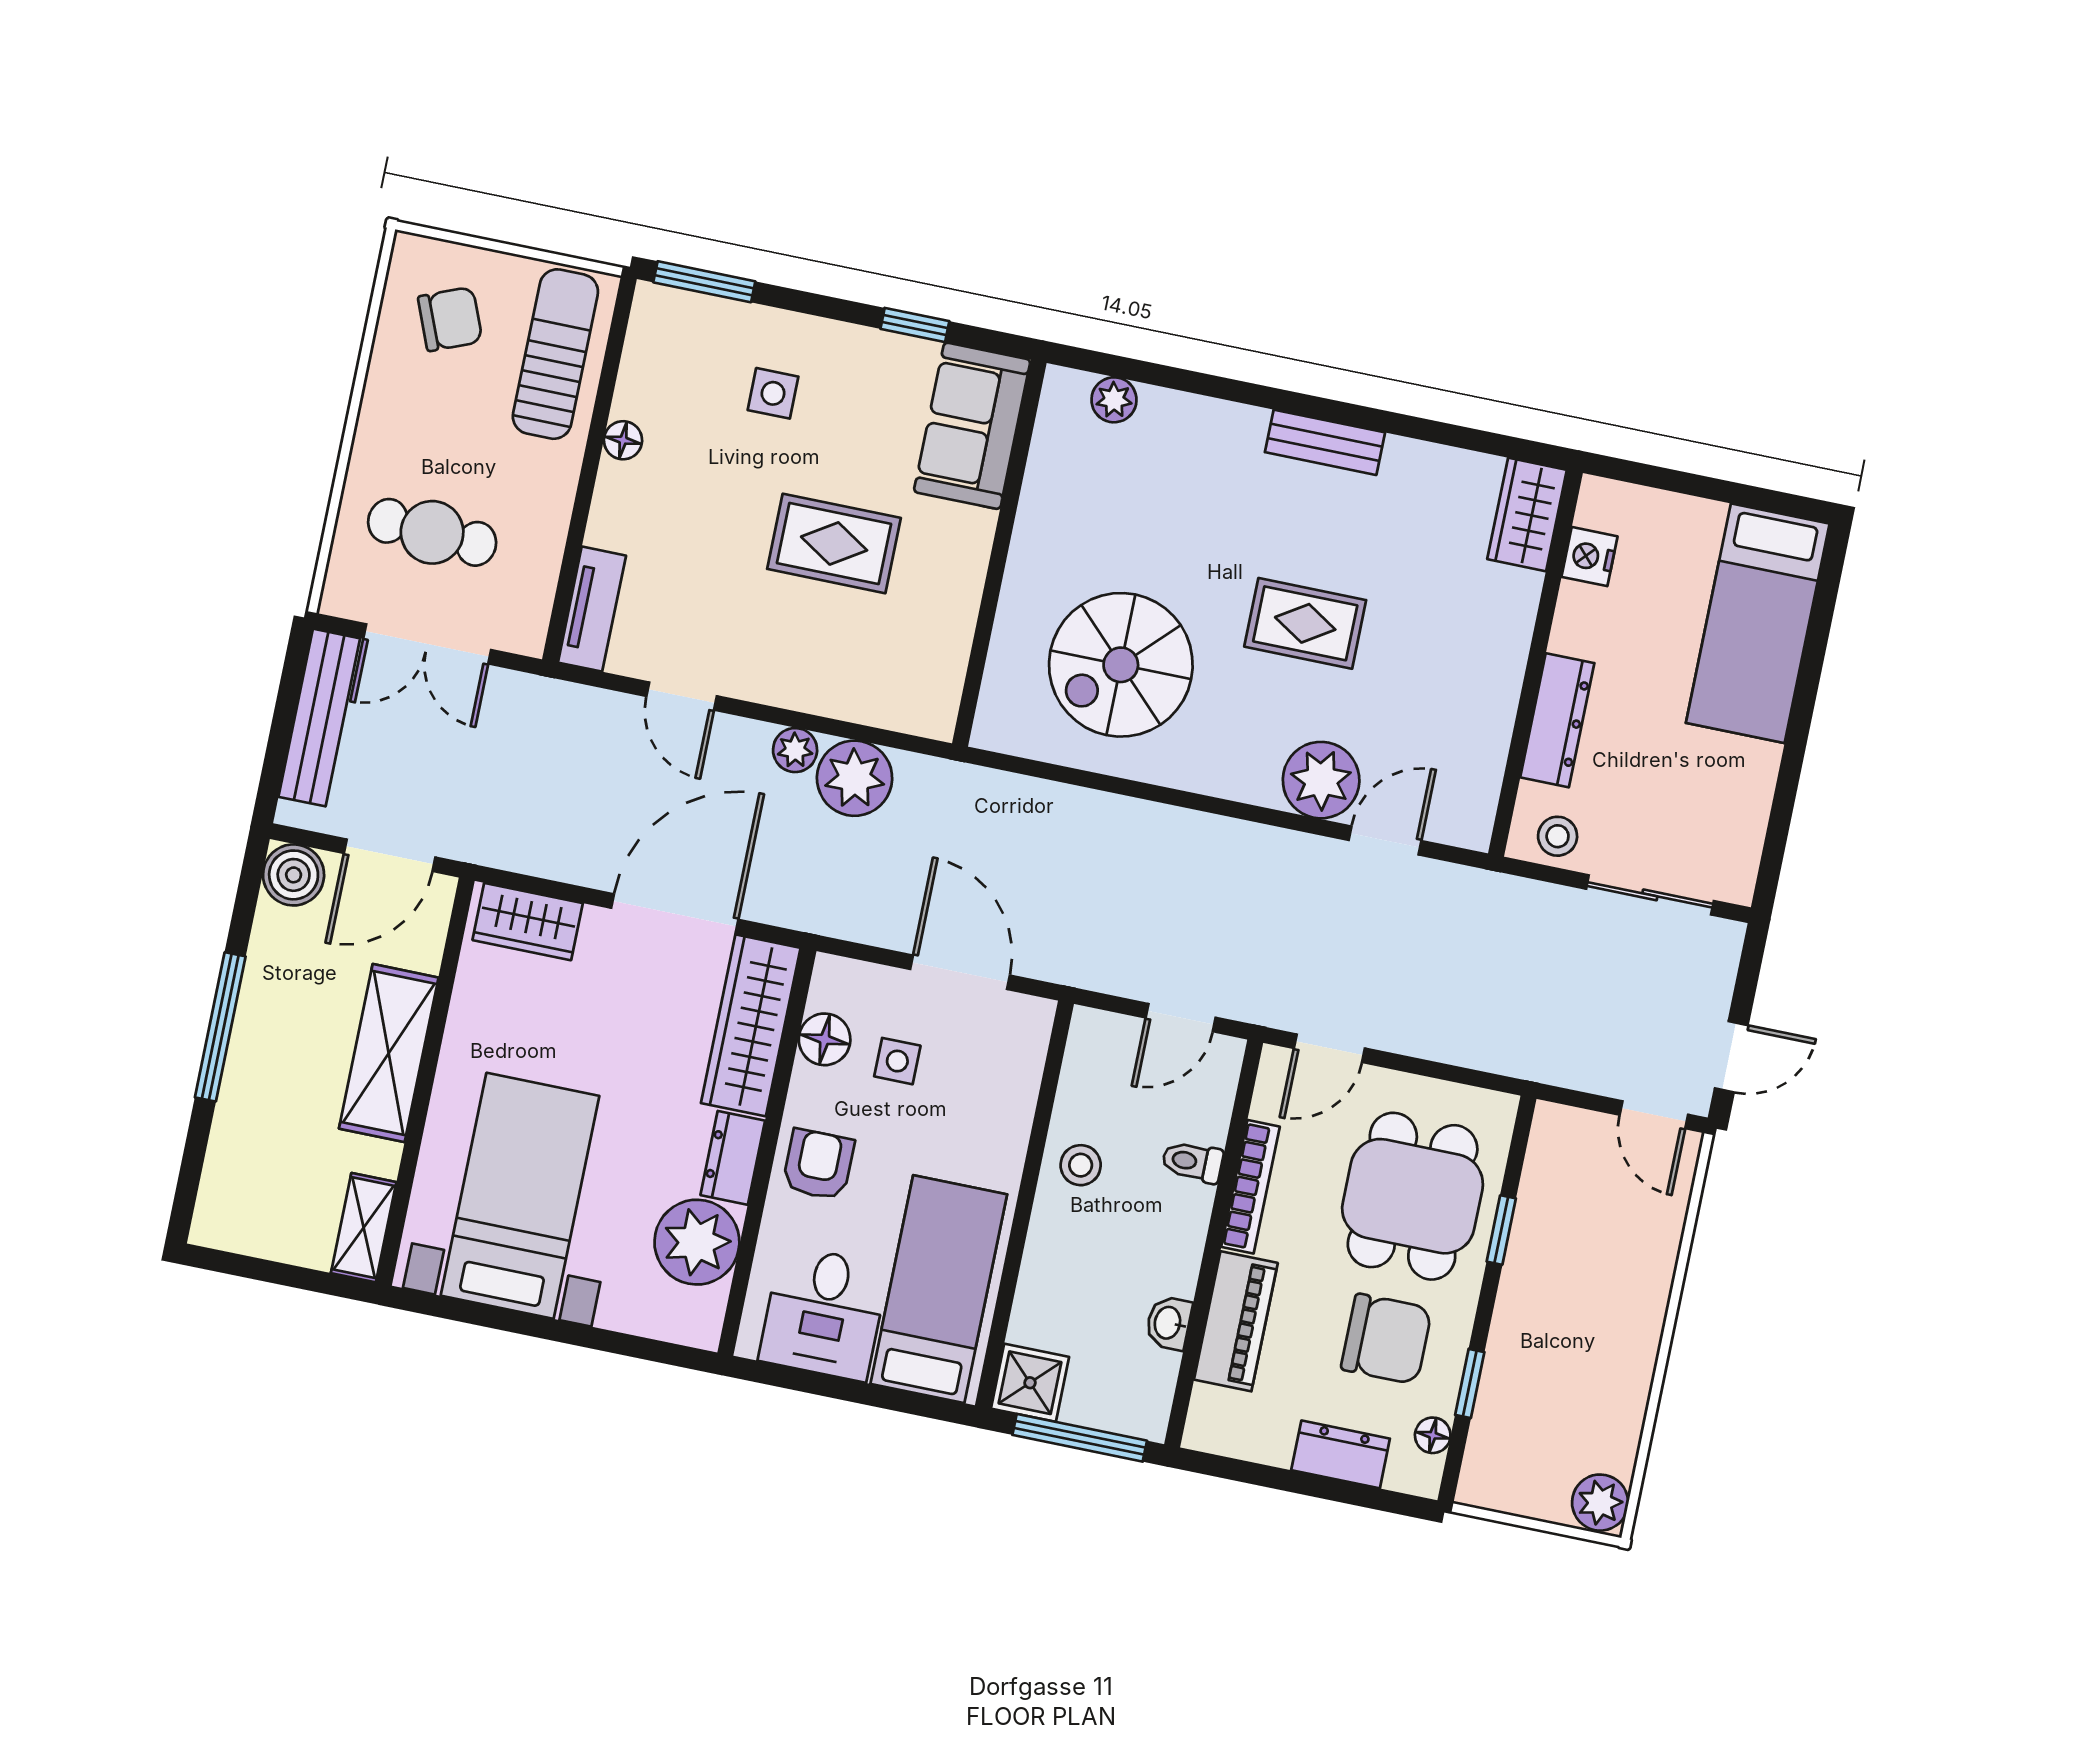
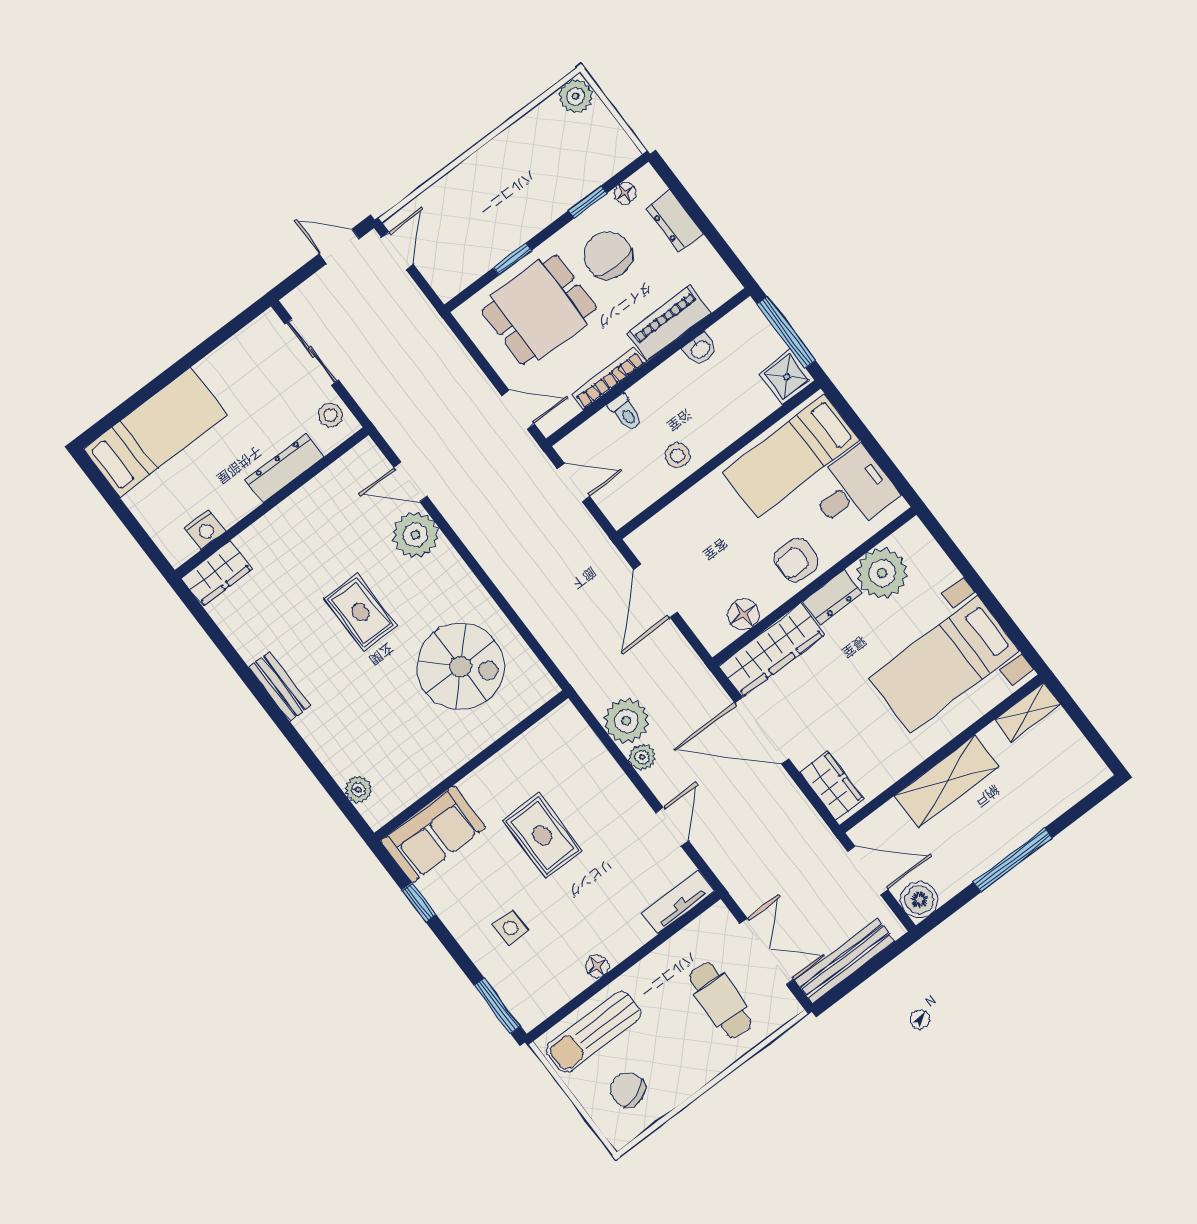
side table: (897, 1061) -> (719, 576), removed

